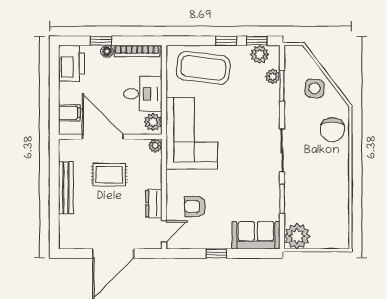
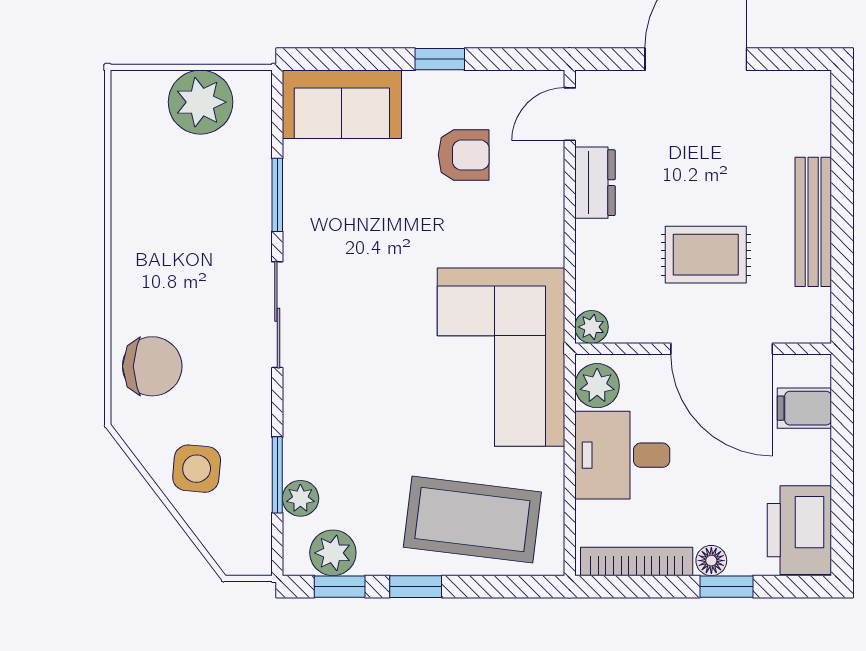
chair: (332, 130) -> (152, 366), turned 90
armchair: (195, 206) -> (464, 155), moved
plant: (297, 236) -> (201, 102), moved

